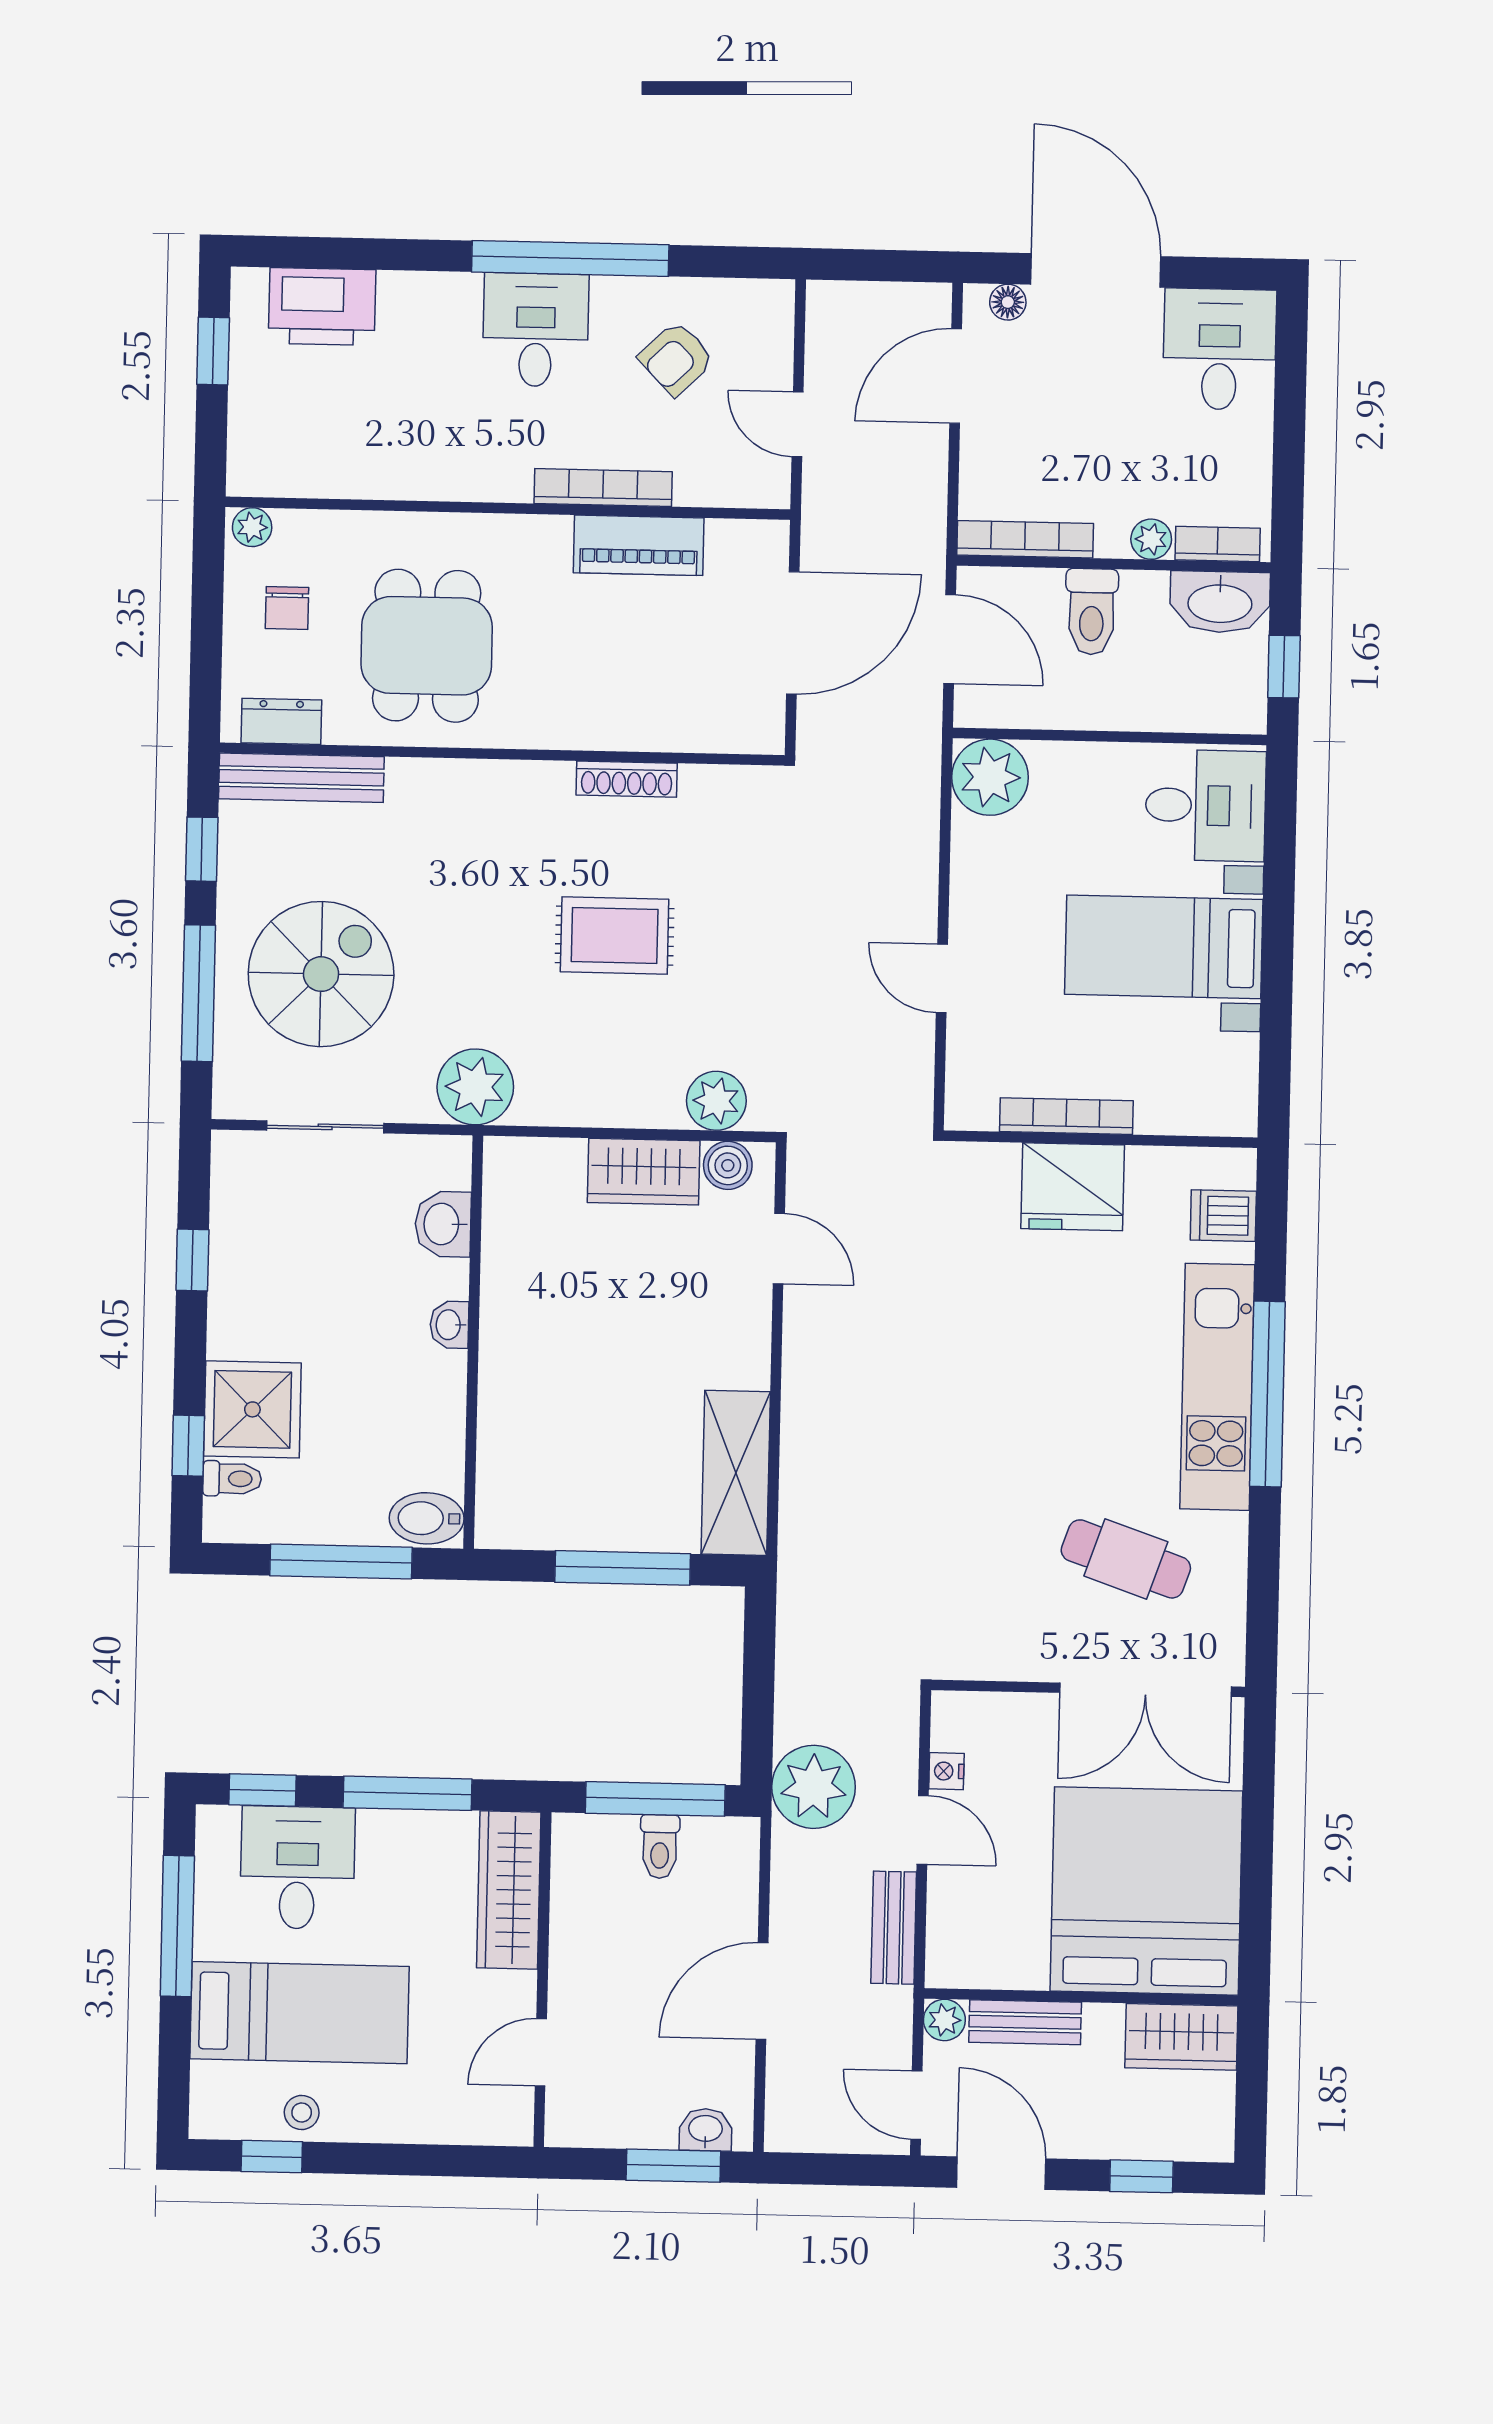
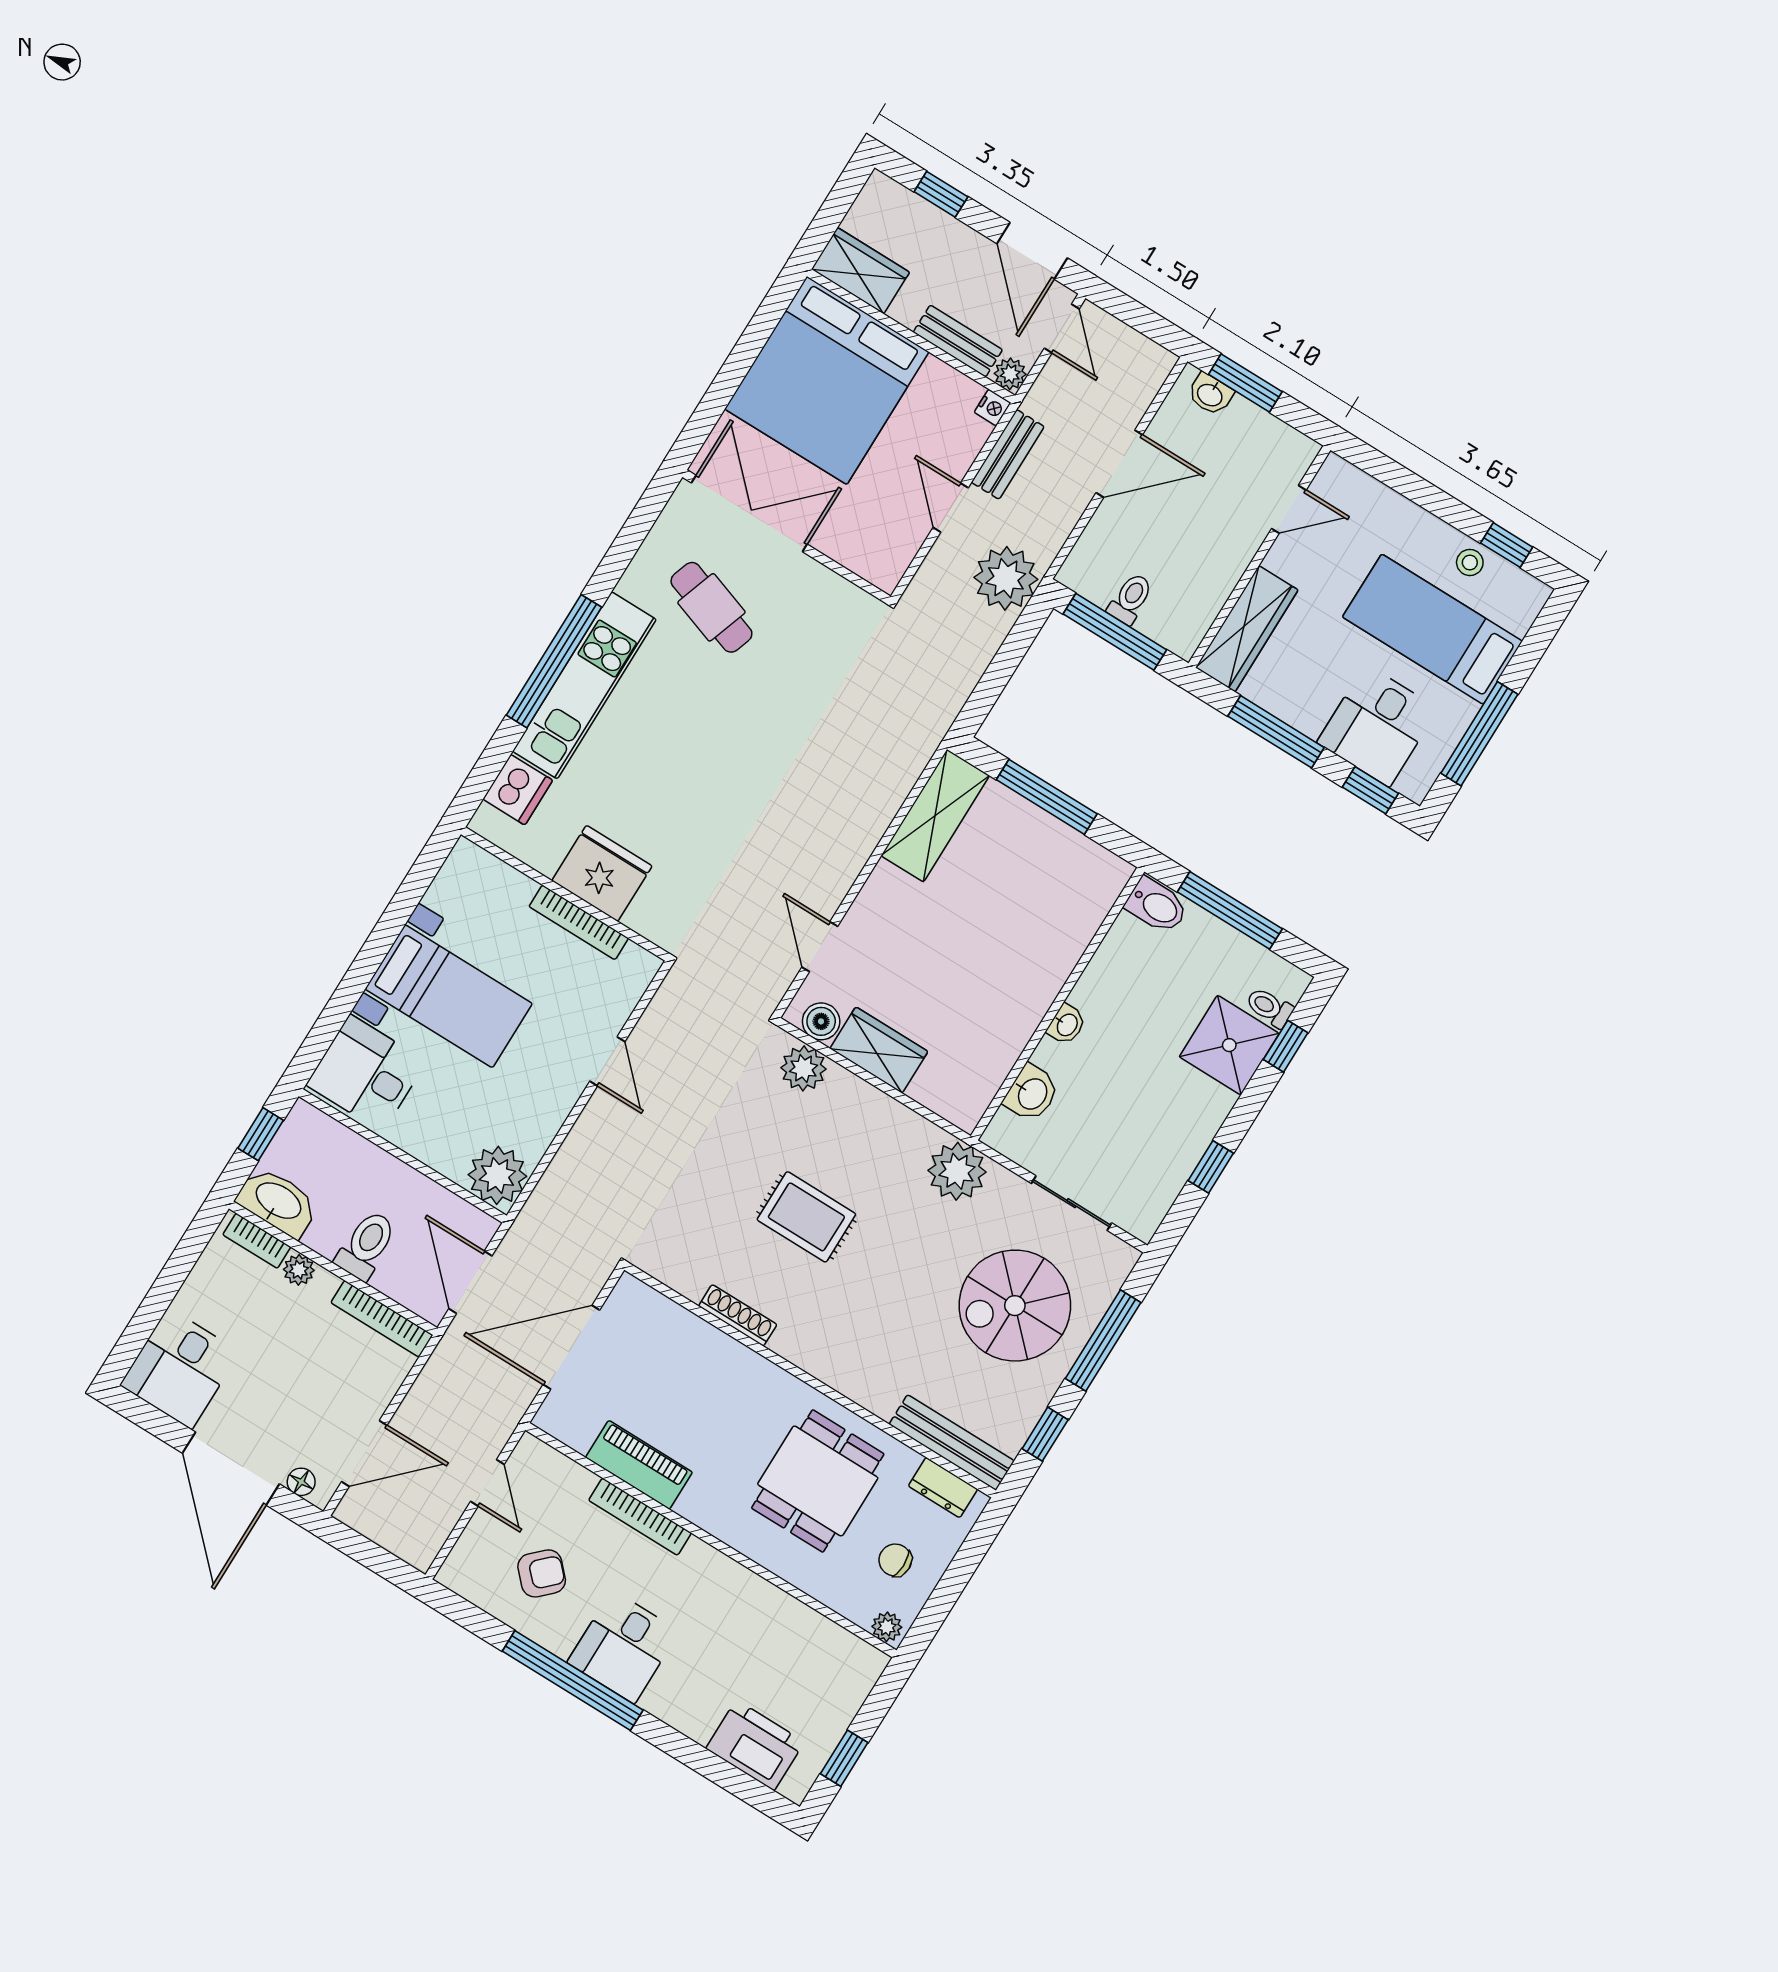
chair: (287, 608) -> (895, 1560), turned -90
dishwasher: (1223, 1216) -> (518, 790), width x1.38
nightstand: (946, 1771) -> (993, 408), moved

